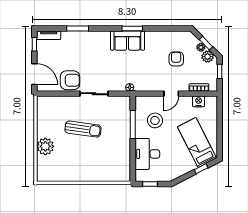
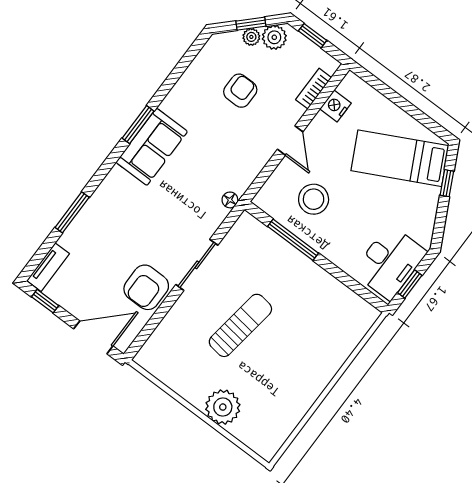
armchair: (176, 59) -> (240, 91), turned 90
armchair: (70, 80) -> (146, 287), turned 180
desk: (147, 154) -> (390, 262), moved, turned -90

